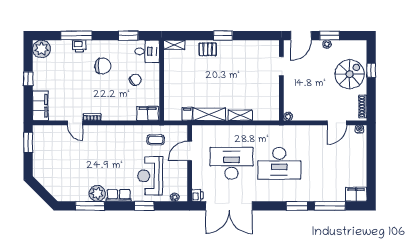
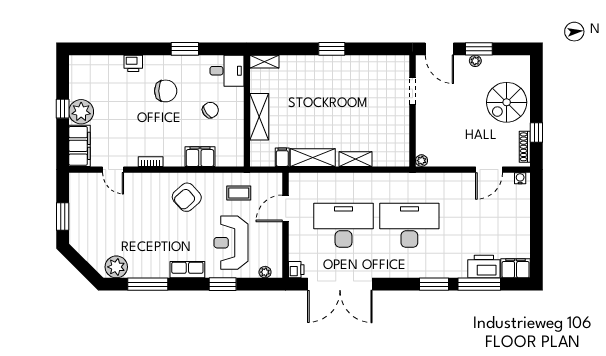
window: (76, 36) -> (129, 49), removed
window: (128, 36) -> (185, 49), moved
door: (301, 36) -> (439, 49), hinge flipped
plant: (42, 49) -> (81, 112), moved
pallet: (208, 49) -> (311, 68), removed
window: (371, 70) -> (536, 132), moved
spiral stairs: (350, 74) -> (507, 102), turned 180
shelving: (171, 85) -> (259, 117), added
filing cabinet: (148, 114) -> (200, 157), moved
door: (75, 123) -> (113, 170), moved
window: (28, 142) -> (63, 216), moved
armchair: (118, 143) -> (187, 197), added
desk: (279, 163) -> (409, 225), turned 180
plant: (97, 193) -> (116, 267), moved
printer: (333, 193) -> (484, 267), added

